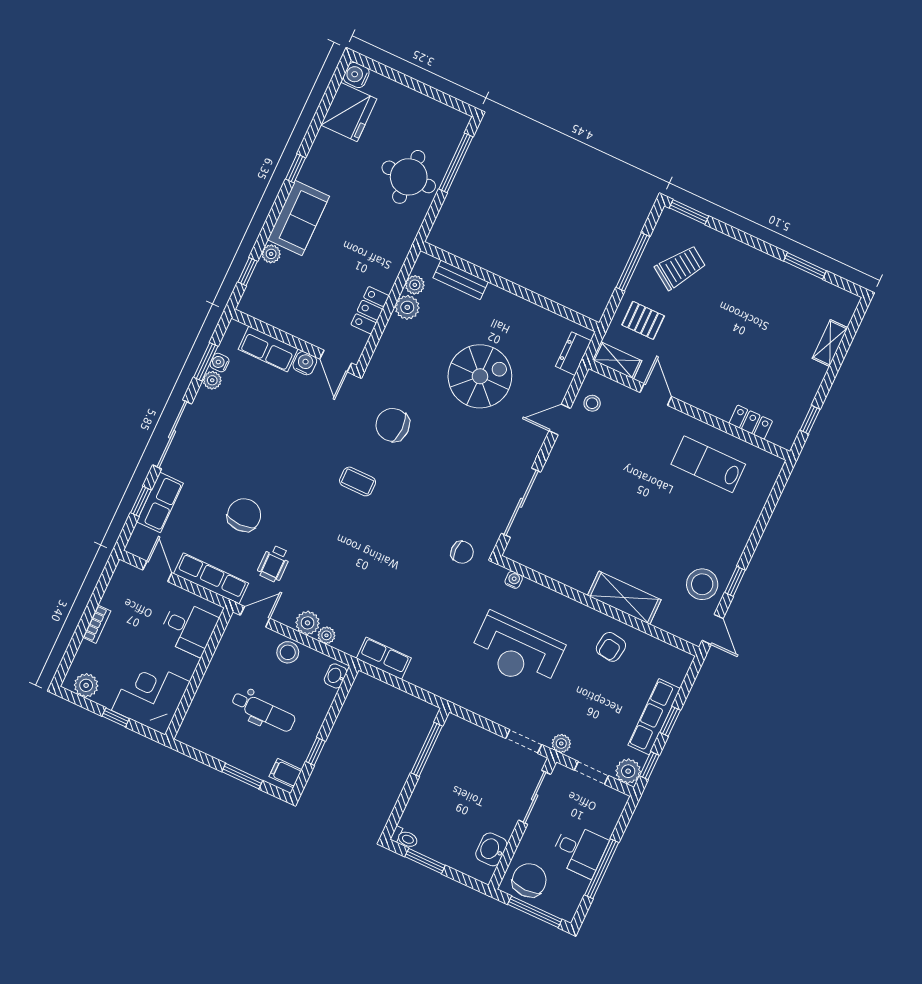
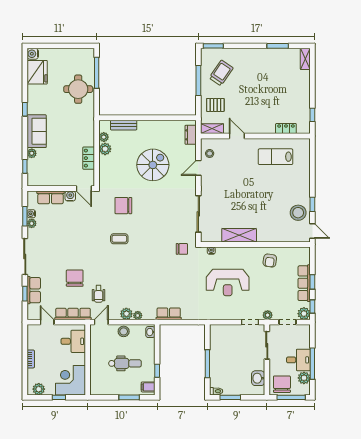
shelving: (830, 343) -> (305, 59), moved
shelving: (624, 598) -> (239, 235), moved
window: (427, 749) -> (207, 364), moved
plant: (574, 887) -> (304, 378), added

